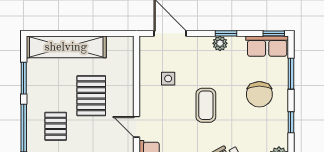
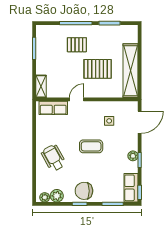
shelving: (66, 47) -> (131, 71), moved
chair: (259, 94) -> (84, 191), moved

